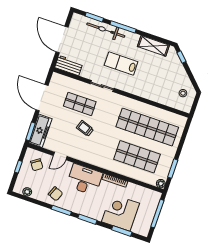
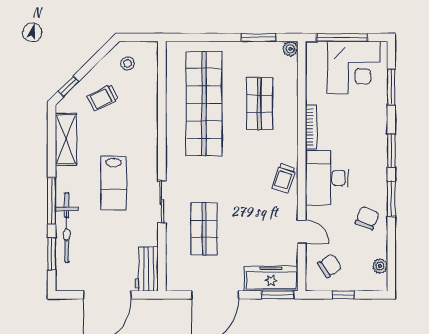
trolley: (169, 74) -> (103, 98), added
trolley: (85, 128) -> (284, 178), moved
shop shelf: (137, 157) -> (259, 104), width x0.70, depth x0.74
corner desk: (121, 212) -> (354, 68), moved, turned -90

